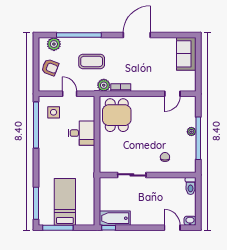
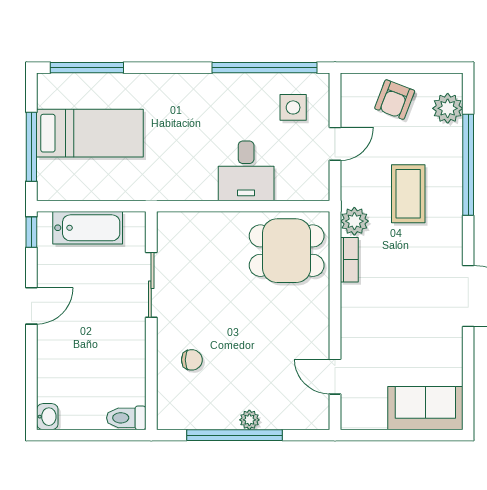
bathtub: (115, 218) -> (88, 228), moved, turned 90
window: (58, 228) -> (31, 147), moved
door: (172, 228) -> (31, 306), moved

